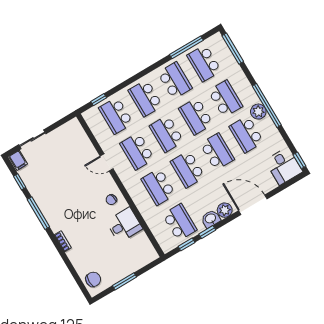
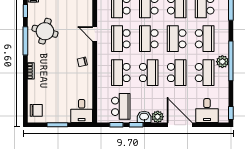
school desk: (246, 134) -> (205, 73), turned 180
desk: (284, 166) -> (207, 111), moved
school desk: (188, 169) -> (149, 73), turned 180
round table: (53, 191) -> (45, 31), added
desk: (124, 225) -> (82, 111), moved, turned 90

